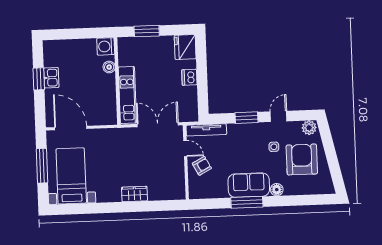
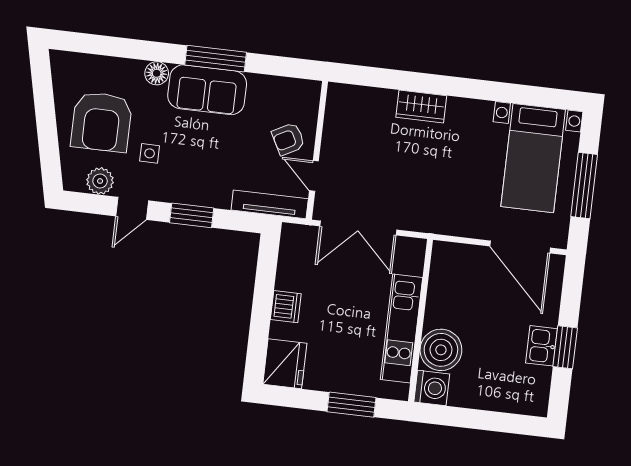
boiler: (109, 67) -> (441, 350), width x1.86, depth x1.86
kitchen unit: (127, 95) -> (402, 328), moved
plant: (309, 128) -> (100, 181), moved

